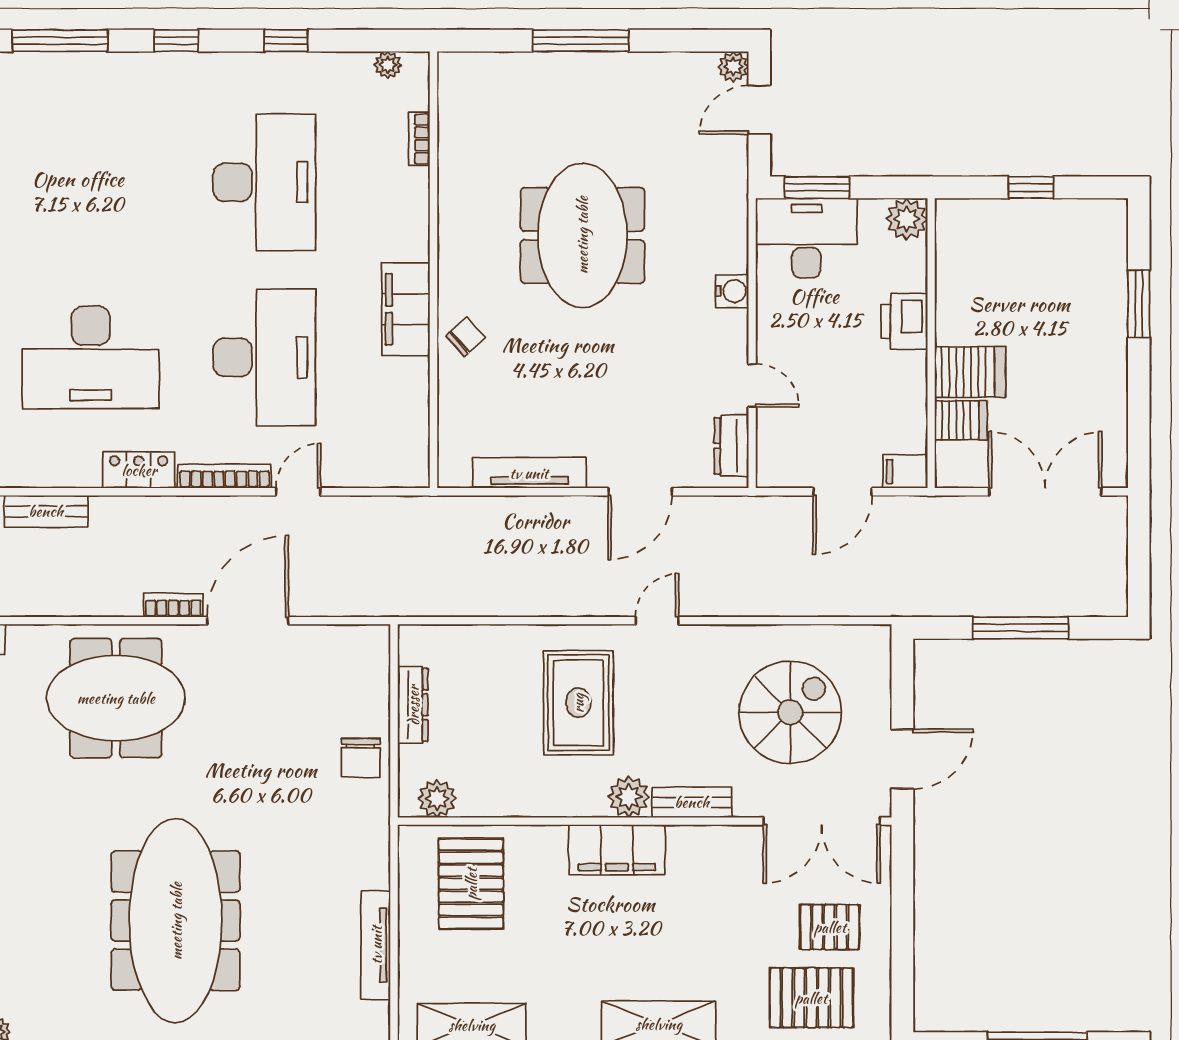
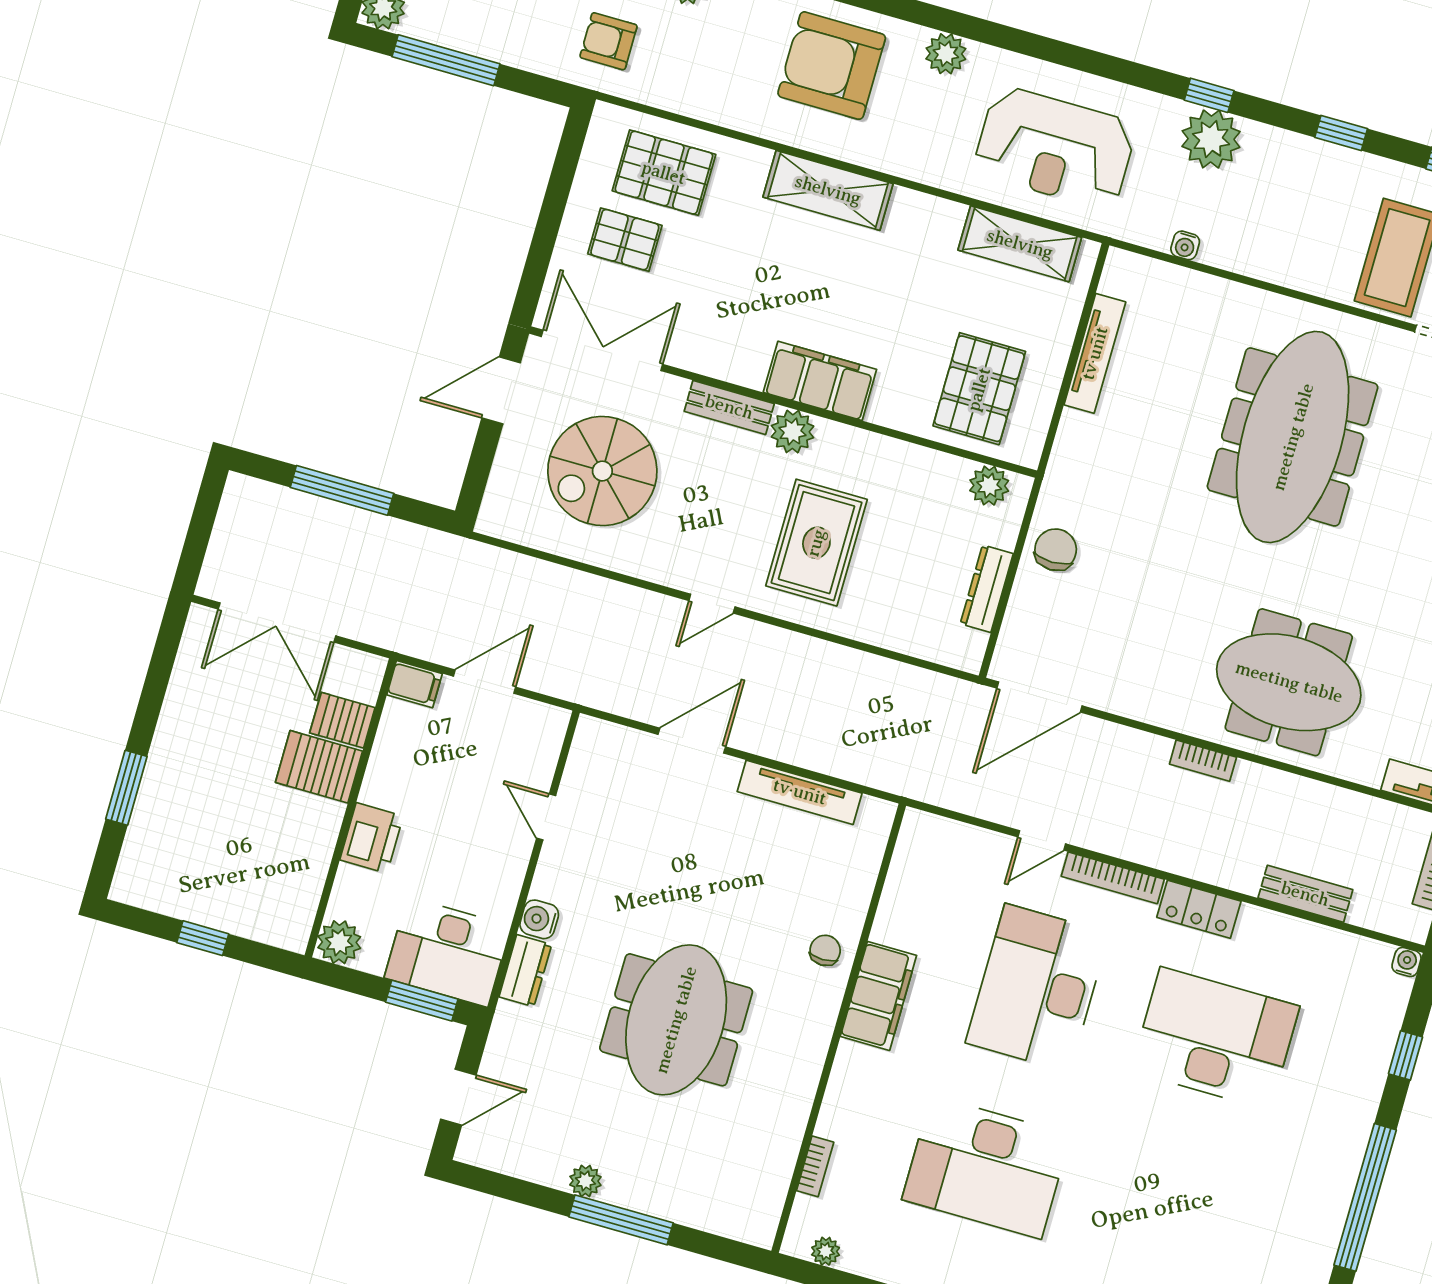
plant: (733, 67) -> (585, 1181), moved
desk: (264, 182) -> (986, 1167), turned -90
chair: (466, 337) -> (825, 950), turned 132
dresser: (731, 446) -> (525, 971), moved
door: (248, 621) -> (1039, 697), moved

